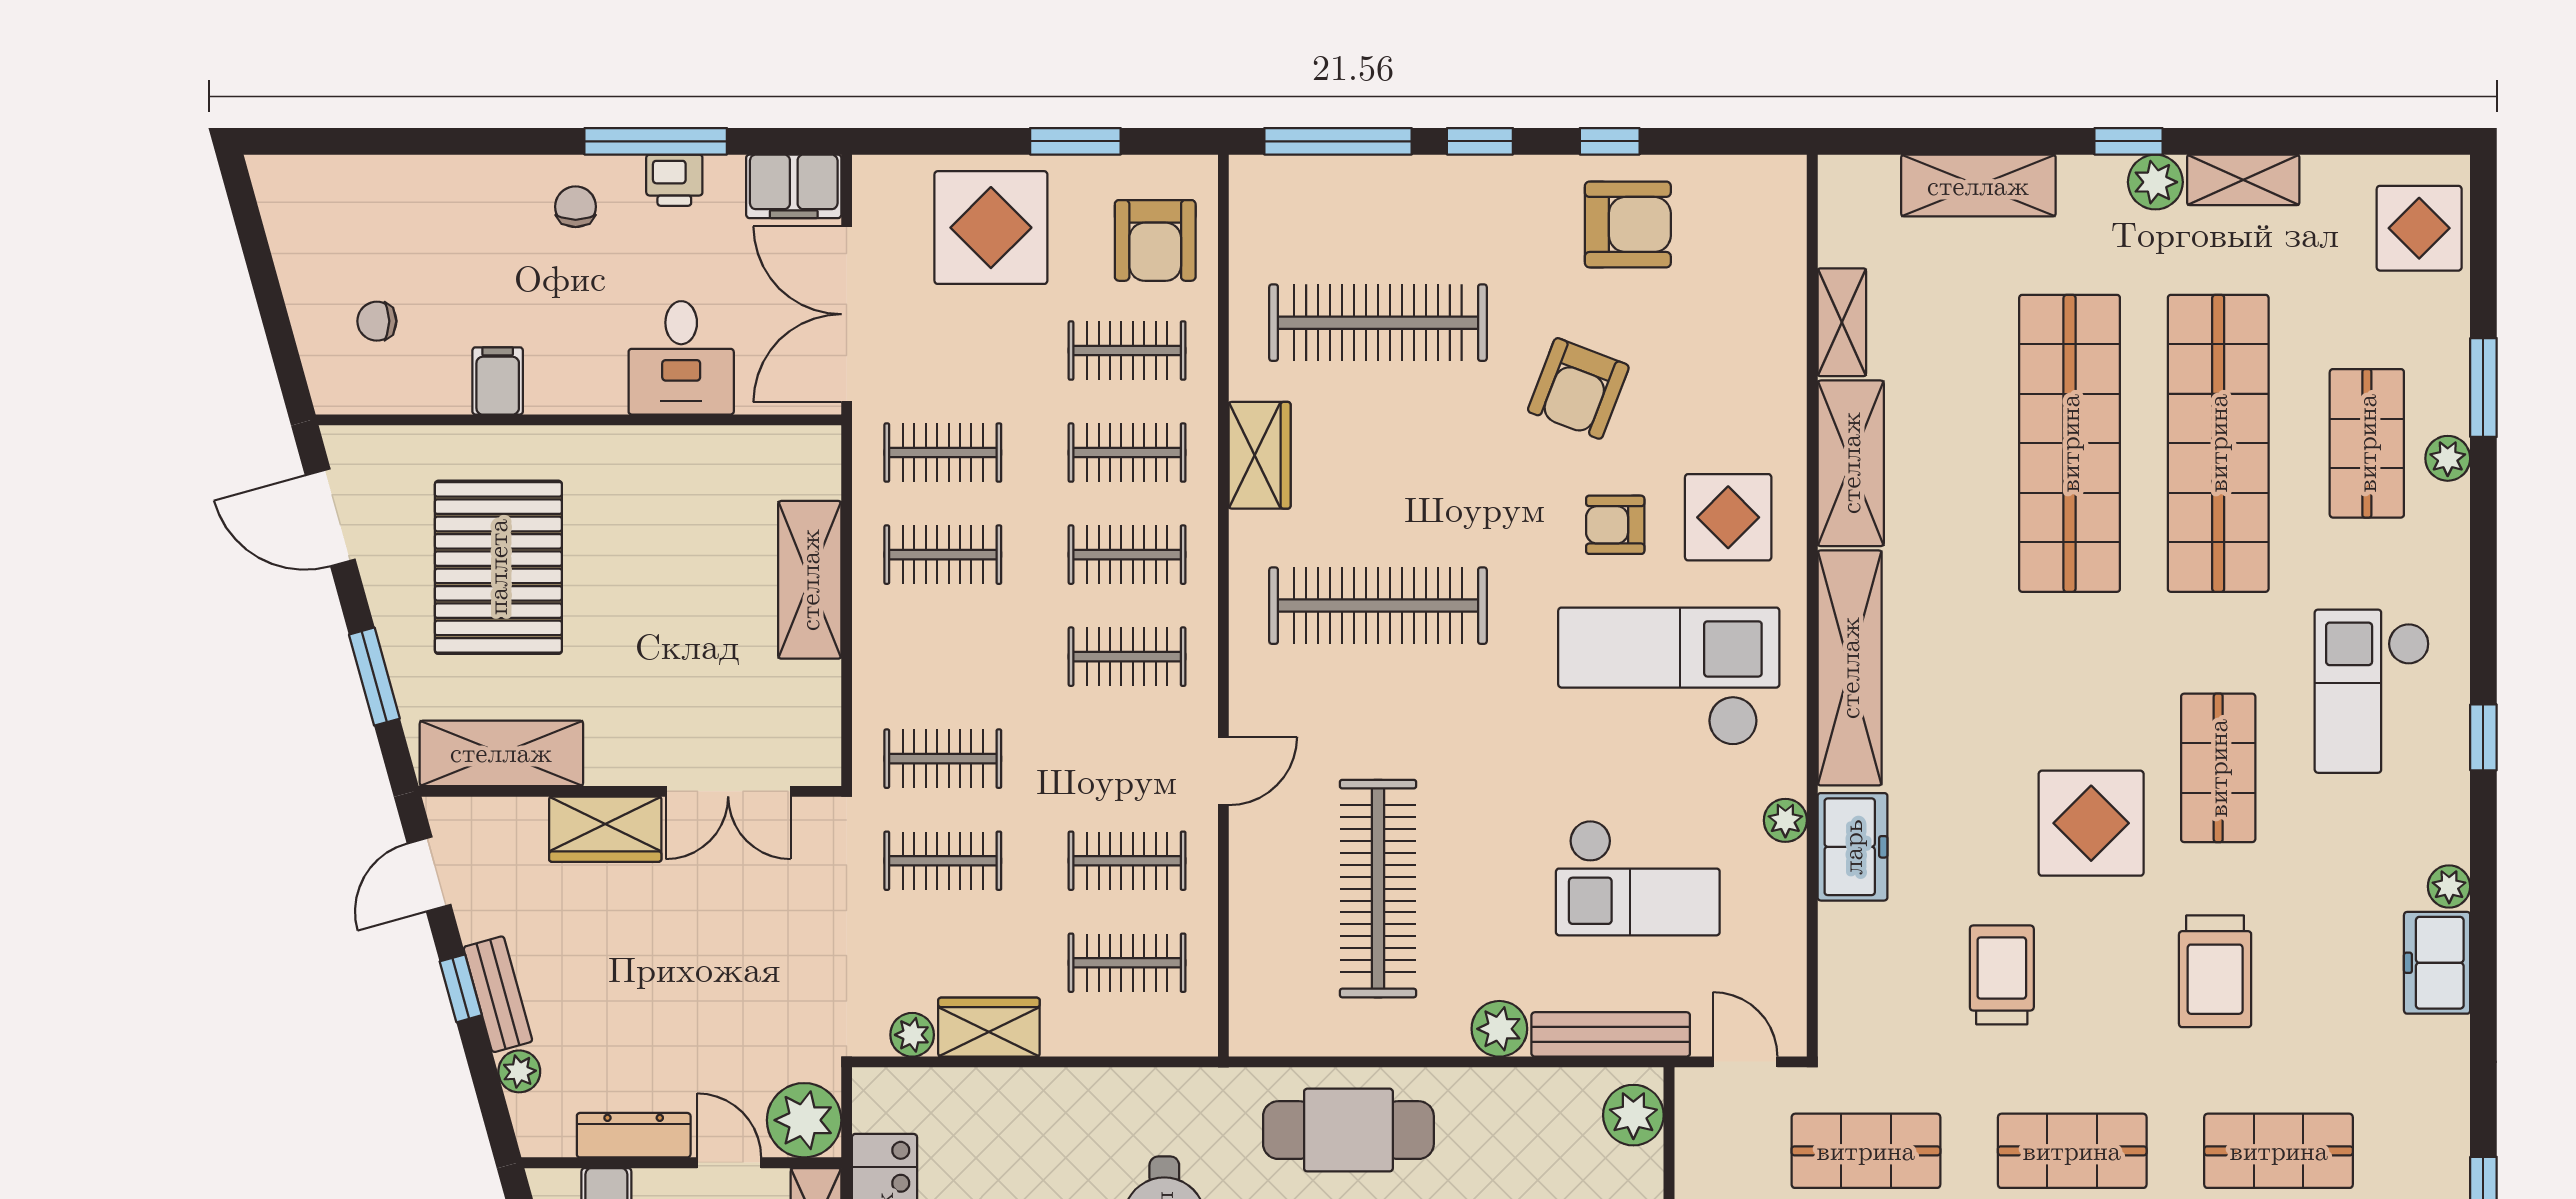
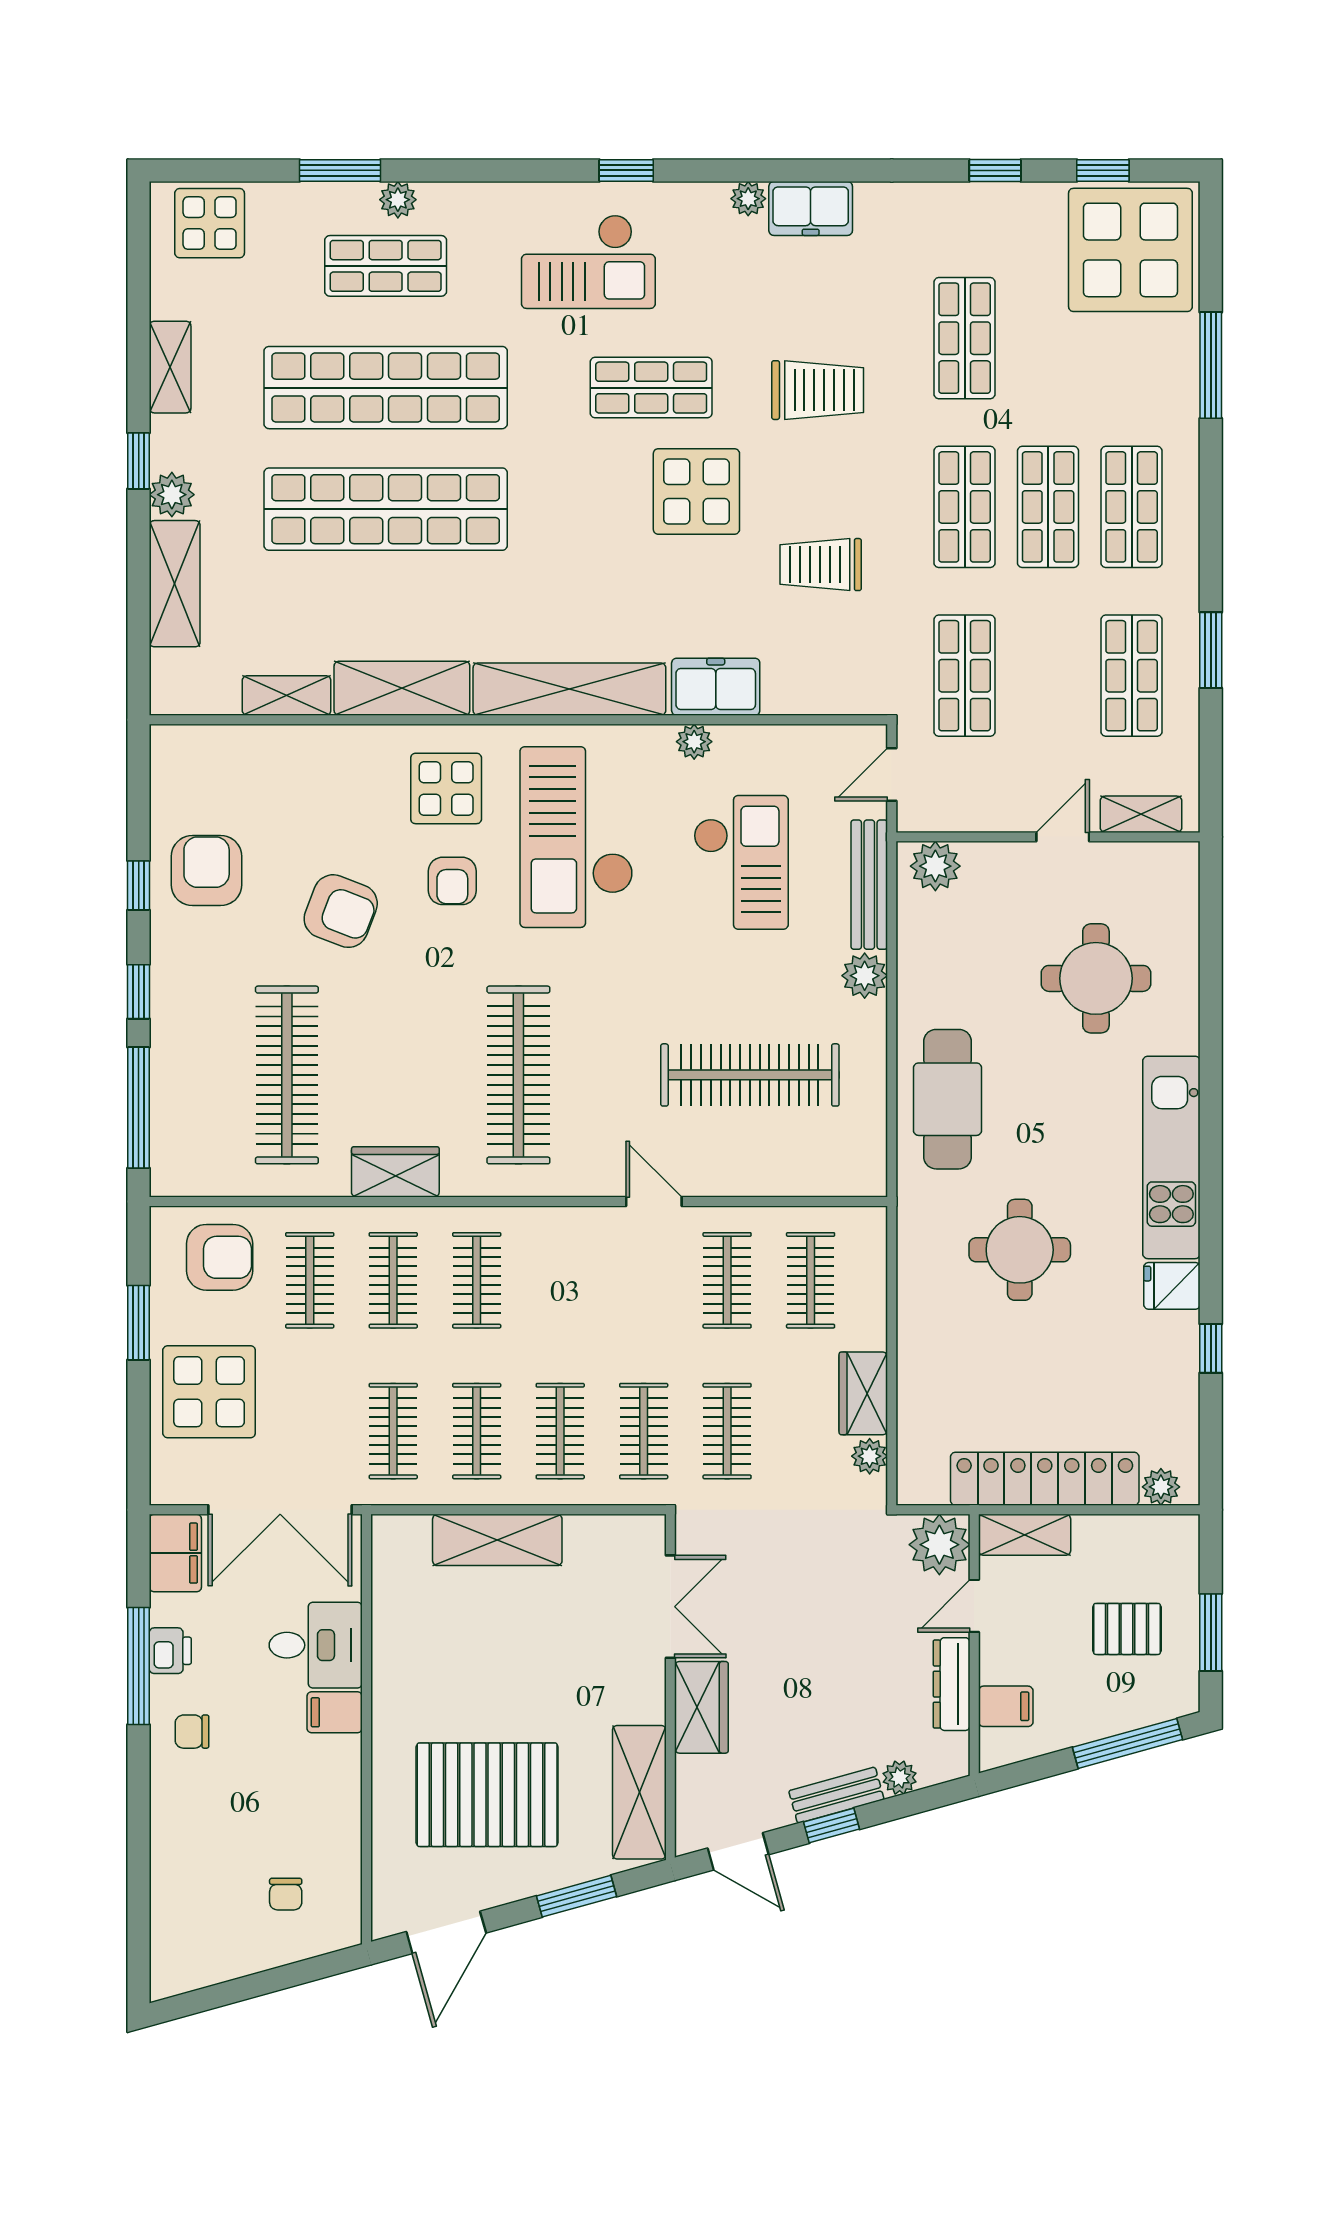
plant: (2155, 182) -> (172, 495), moved
filing cabinet: (498, 381) -> (335, 1712), moved
clothes rail: (1127, 657) -> (560, 1431), moved

